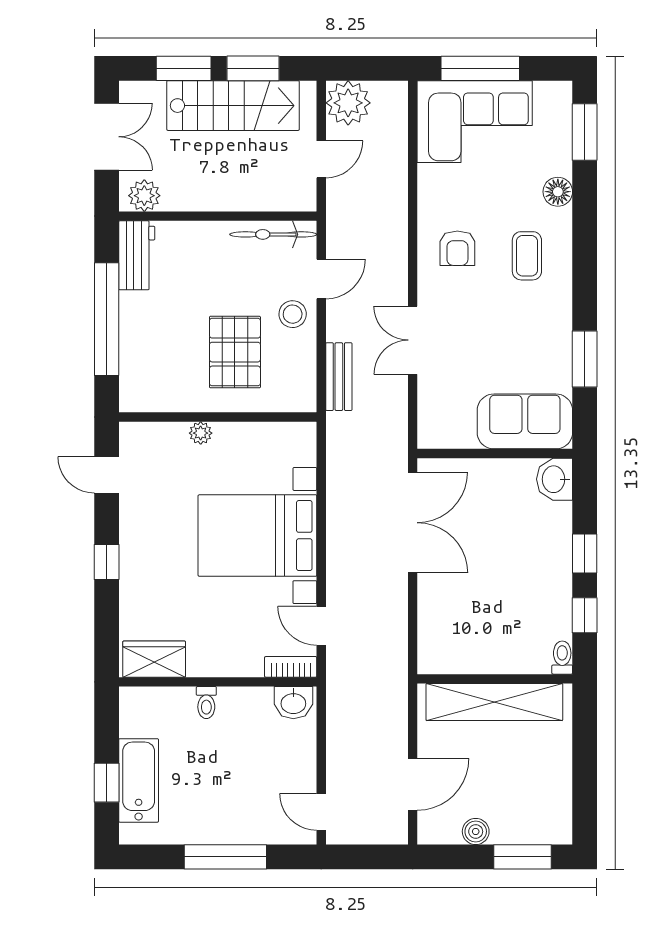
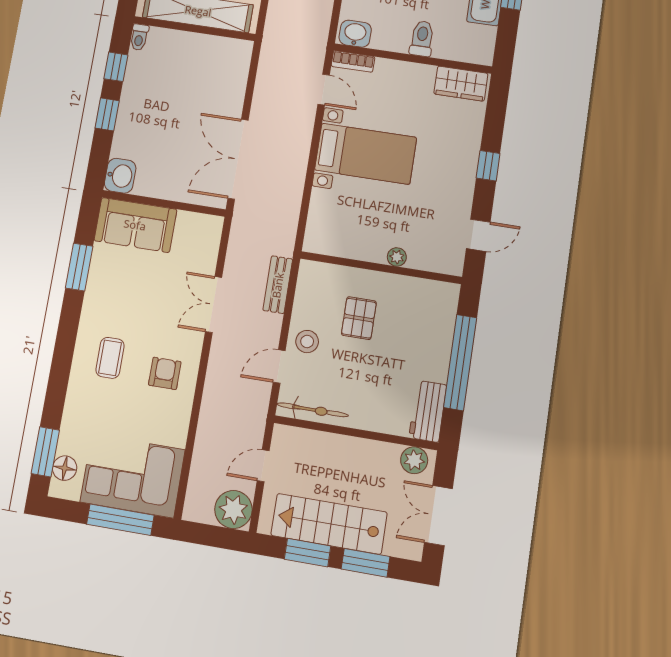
floor lamp: (558, 192) -> (65, 468), moved
double door: (413, 340) -> (214, 304), swing flipped
pallet: (235, 352) -> (359, 318), width x0.67, depth x0.71
door: (107, 475) -> (478, 235), hinge flipped
bed with nightstands: (257, 536) -> (366, 154), width x0.73
toilet: (206, 703) -> (422, 39), width x1.37, depth x1.39

